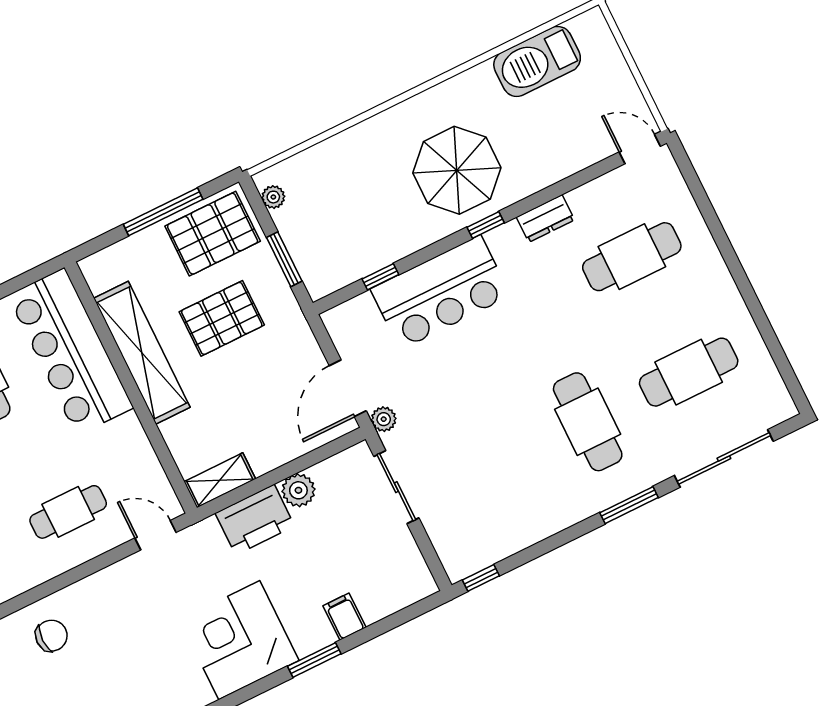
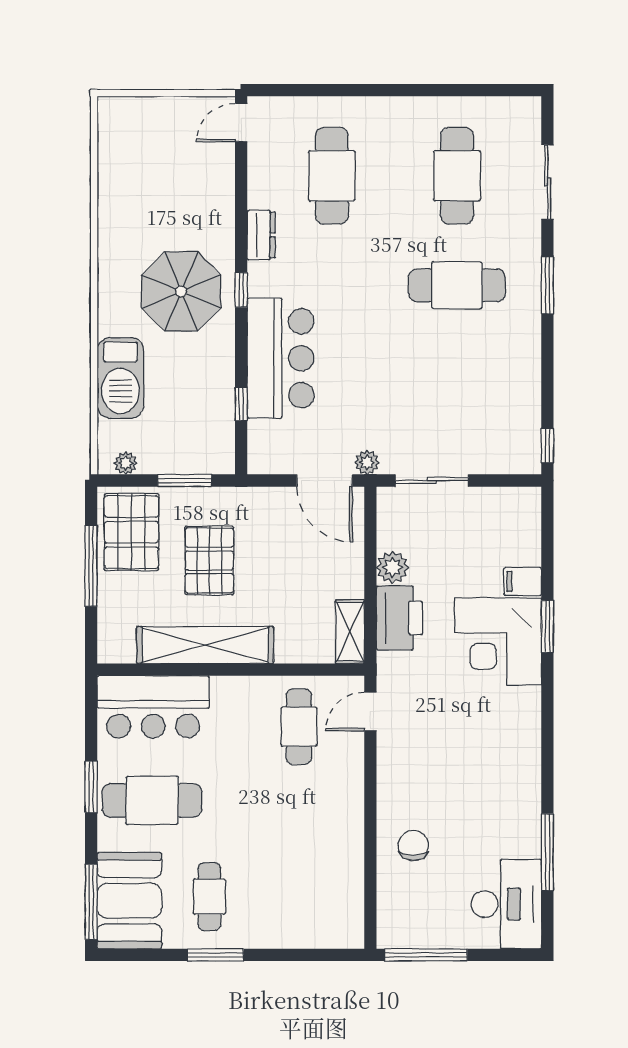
barbecue: (537, 61) -> (120, 378), moved
bar counter: (71, 352) -> (153, 707), width x0.73
sliding door: (724, 458) -> (547, 182), width x0.73
cafe table: (68, 512) -> (299, 727), moved
corner desk: (239, 640) -> (498, 641), moved

